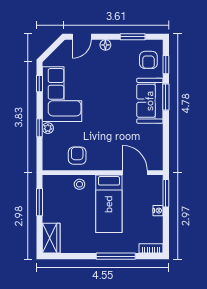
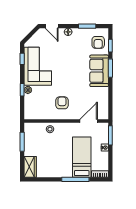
door: (82, 37) -> (52, 26), hinge flipped
armchair: (77, 156) -> (62, 103), moved
door: (135, 173) -> (89, 121), hinge flipped
bed: (109, 204) -> (82, 157), moved, turned 180

